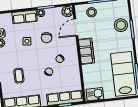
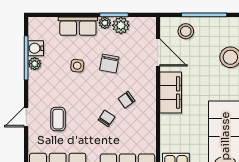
plant: (67, 11) -> (121, 25), moved
door: (76, 27) -> (158, 53), swing flipped

